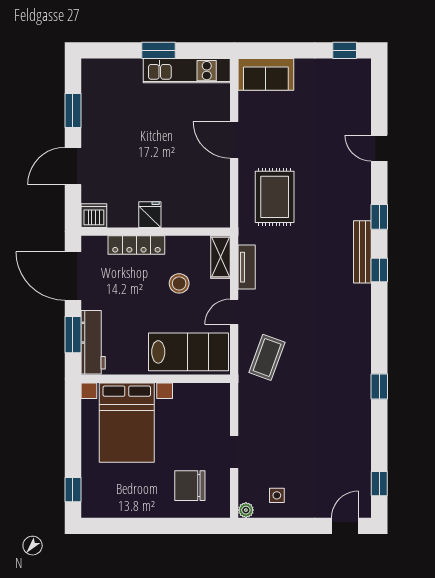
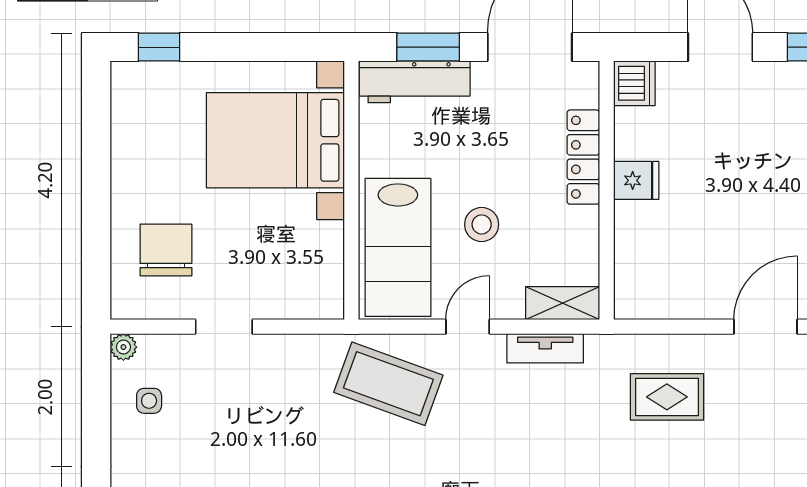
rug: (275, 197) -> (667, 397), width x0.73, depth x0.70
stool: (179, 283) -> (482, 224), moved
door: (234, 312) -> (468, 327), hinge flipped
coffee table: (267, 357) -> (388, 384), width x1.36, depth x1.32

